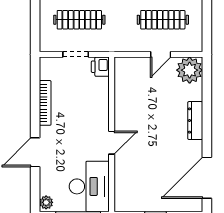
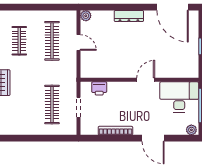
printer: (100, 67) -> (99, 88), moved
plant: (190, 70) -> (86, 16), width x0.53, depth x0.53
door: (112, 143) -> (146, 80), hinge flipped

